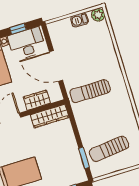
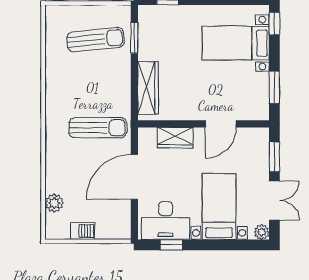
plant: (98, 15) -> (54, 203), moved
door: (56, 66) -> (134, 177), swing flipped
wardrobe: (50, 116) -> (148, 88), moved, turned 90

